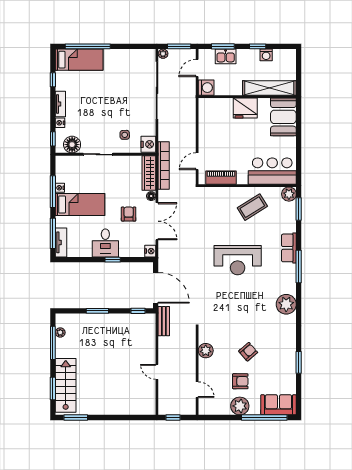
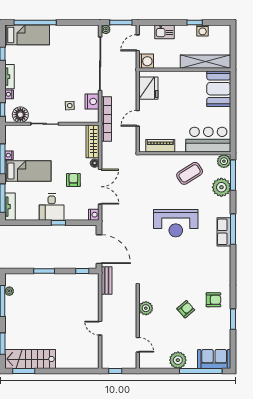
window: (223, 46) -> (162, 23), removed
fridge: (245, 108) -> (148, 88), moved, turned -90
nightstand: (148, 144) -> (92, 101), moved
door: (197, 161) -> (138, 118), moved
bookcase: (164, 165) -> (106, 119), moved
window: (299, 209) -> (233, 175), width x1.44
row of seats: (289, 248) -> (224, 232), moved
plant: (286, 304) -> (221, 187), moved
armchair: (240, 381) -> (213, 300), moved
stairs: (66, 385) -> (30, 359), moved, turned -90

